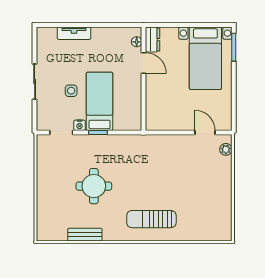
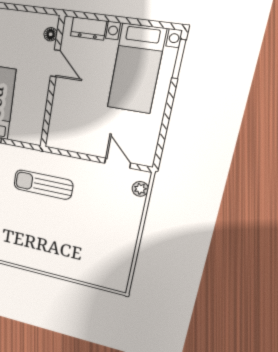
dresser: (153, 40) -> (88, 28), moved, turned 90
sun lounger: (151, 219) -> (43, 185), moved

